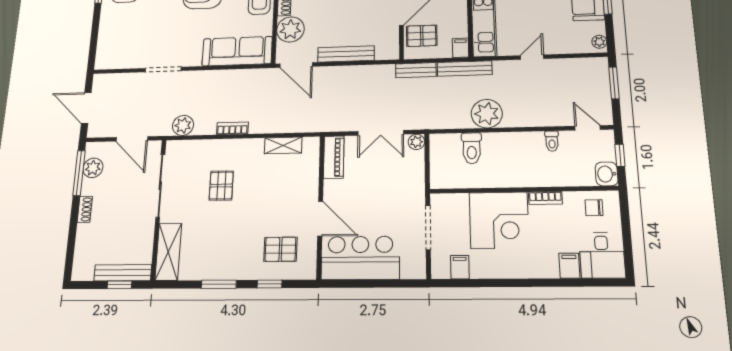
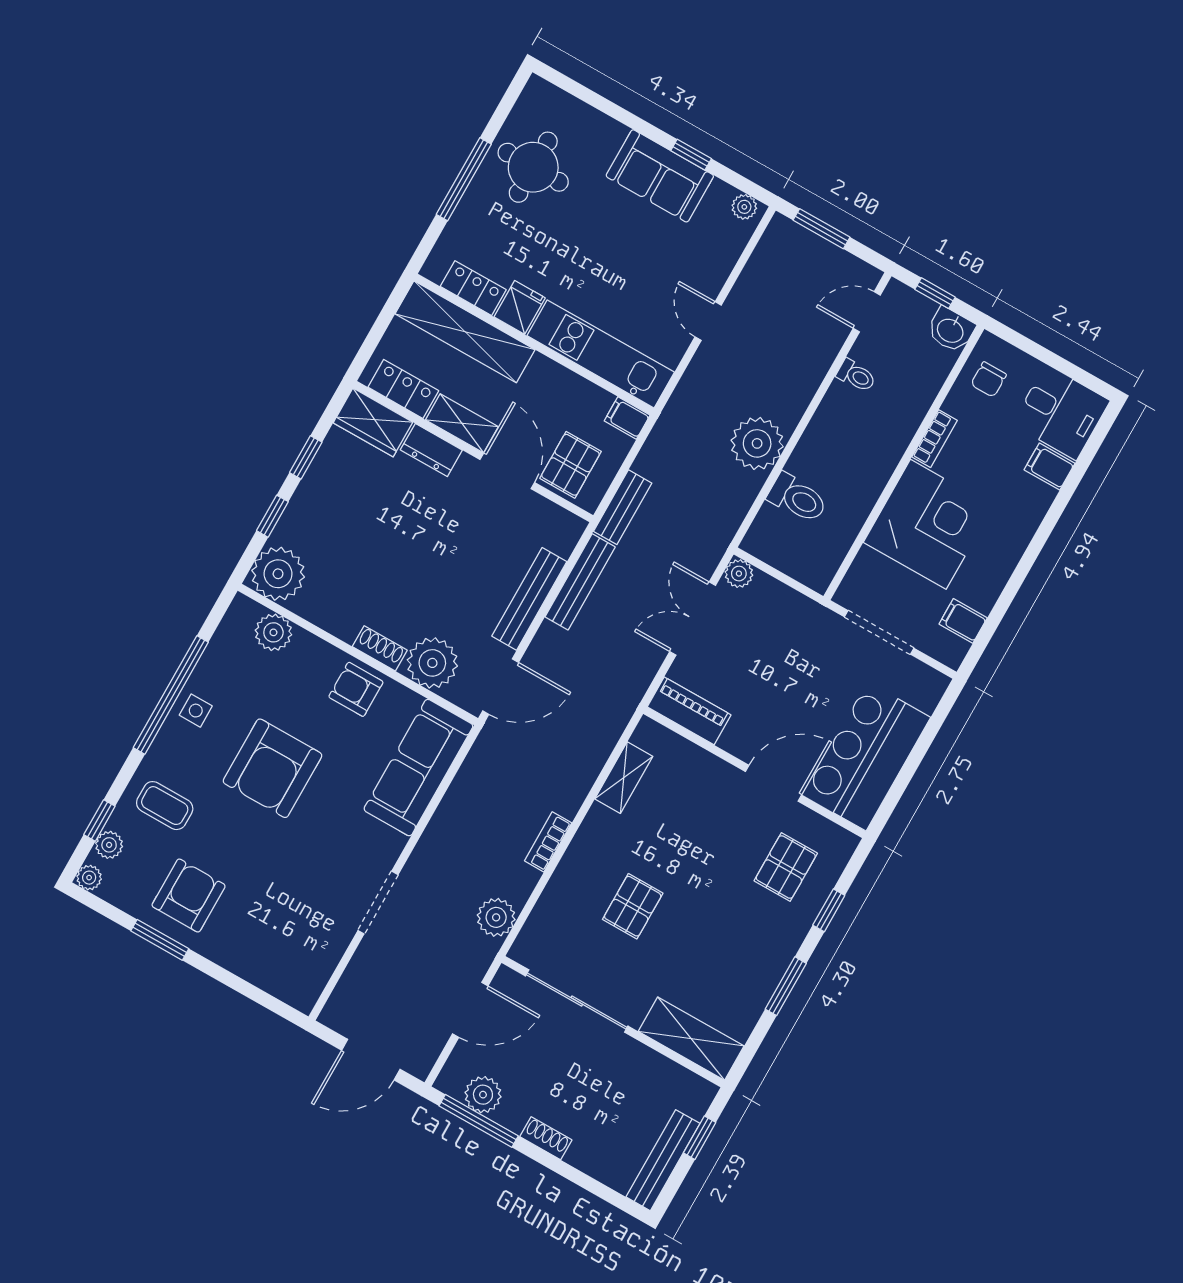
bench: (465, 69) -> (580, 582), moved
double door: (381, 133) -> (693, 619), swing flipped
pallet: (221, 186) -> (633, 906), turned 90
bench: (123, 273) -> (663, 1160), moved

